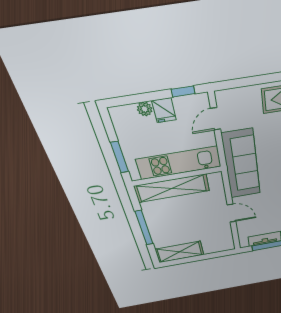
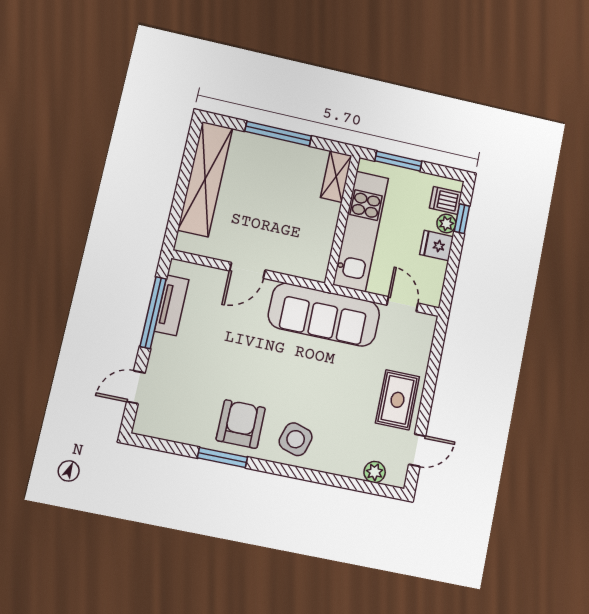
window: (183, 91) -> (462, 219), moved
dishwasher: (128, 116) -> (446, 200), added
shelving: (172, 188) -> (336, 177), width x0.45, depth x0.75
shelving: (180, 252) -> (205, 179), width x1.47

